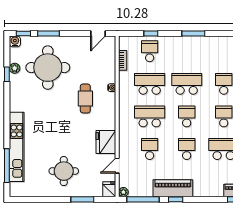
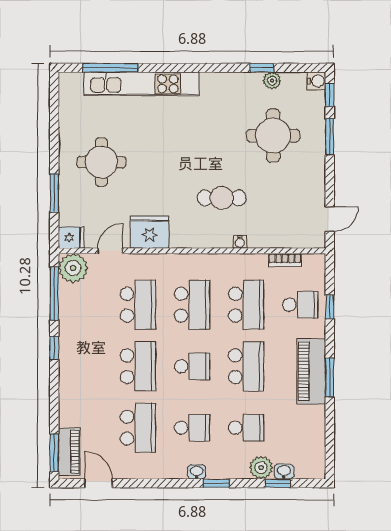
door: (98, 33) -> (330, 219), swing flipped
round table: (48, 68) -> (273, 136), width x0.73, depth x0.73
school desk: (150, 149) -> (138, 305), width x1.85
school desk: (187, 149) -> (138, 366), width x1.85
door: (117, 166) -> (110, 251), hinge flipped
piano: (173, 188) -> (311, 371), moved, turned 180
plant: (123, 192) -> (73, 268), width x1.88, depth x1.88

